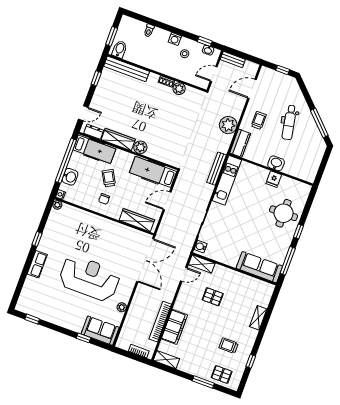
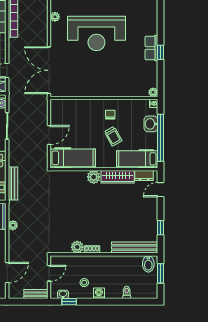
plant: (228, 125) -> (13, 225), width x0.53, depth x0.53
wardrobe: (137, 220) -> (71, 106), removed
row of seats: (37, 264) -> (151, 48), moved

